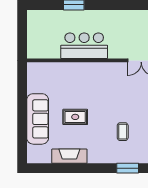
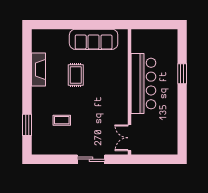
bar counter: (84, 46) -> (143, 84), width x1.36
sofa: (38, 119) -> (94, 39), moved

